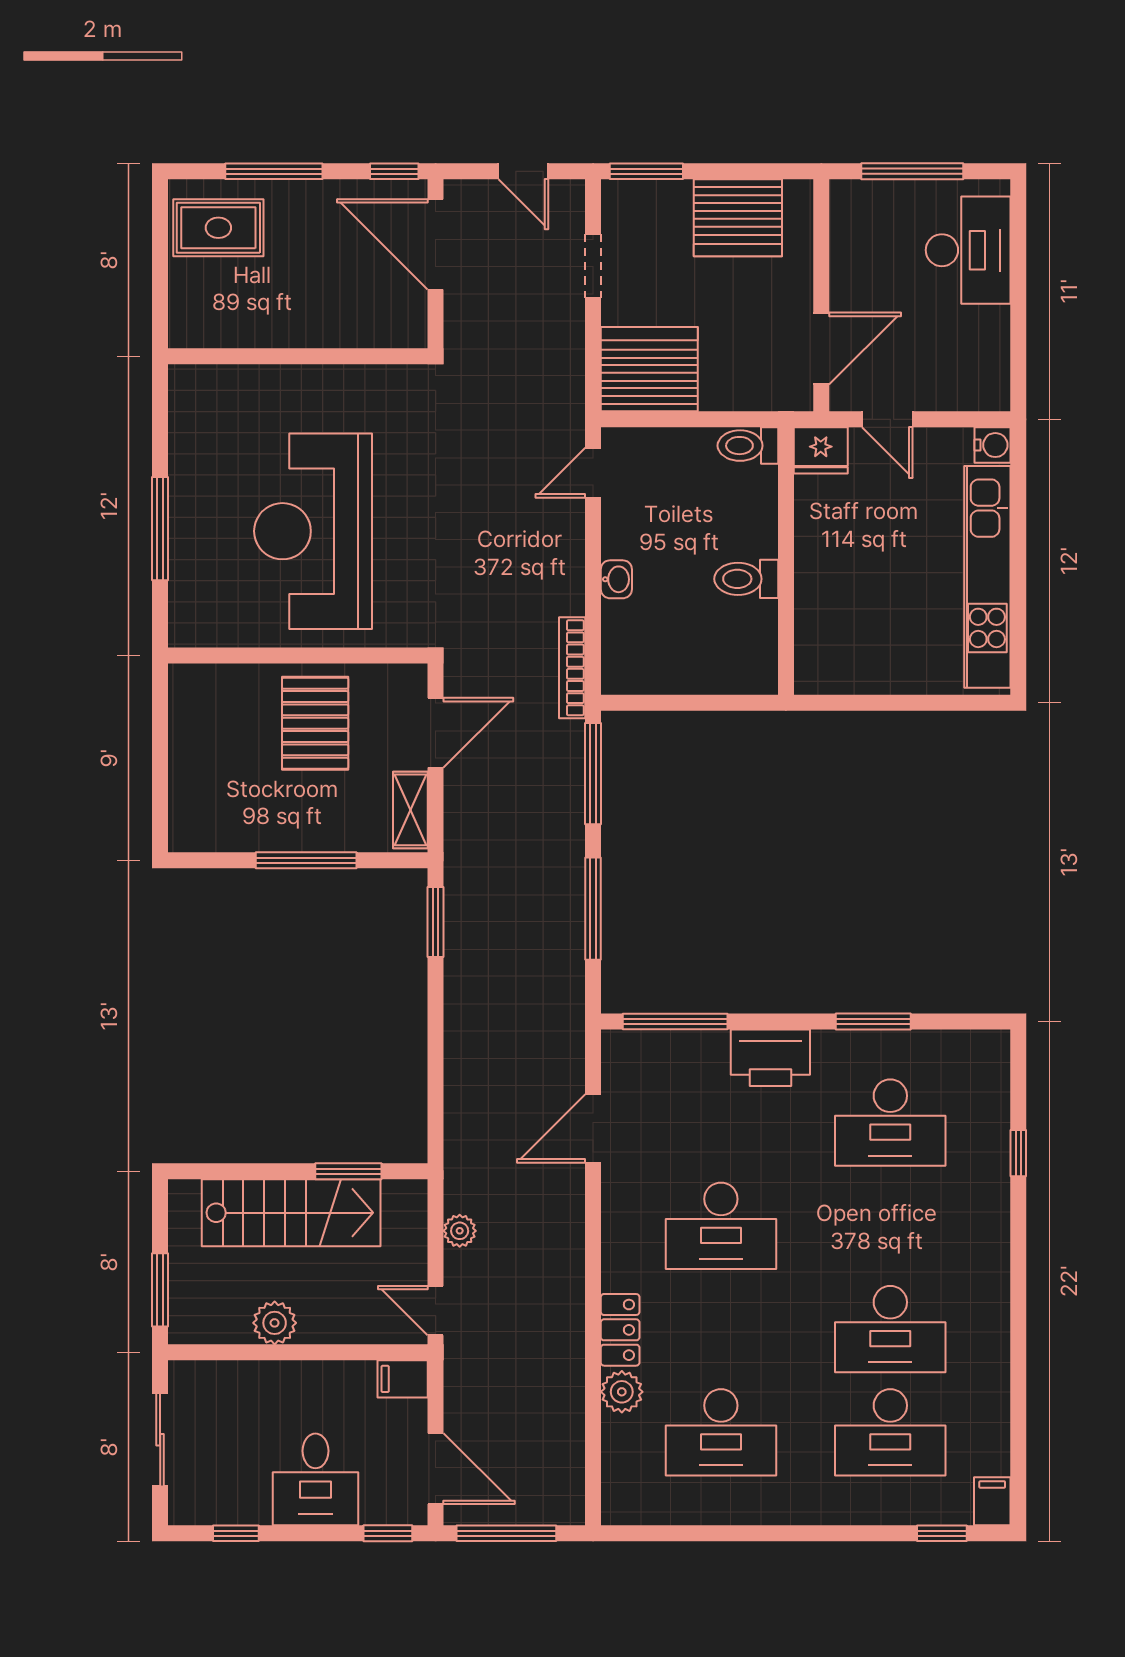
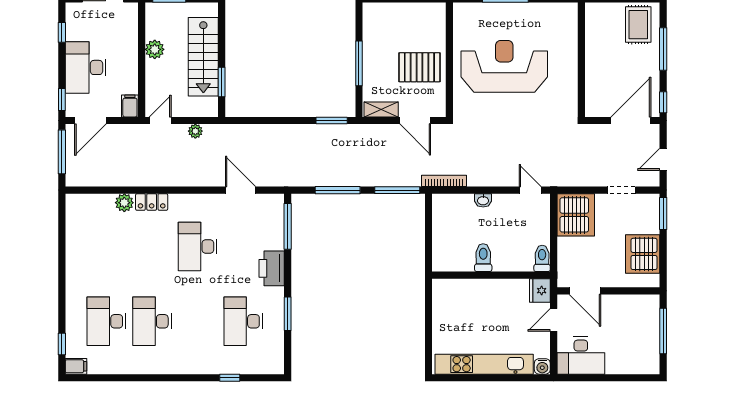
desk: (968, 250) -> (581, 356), moved
desk: (721, 1432) -> (106, 246), removed
desk: (315, 1479) -> (86, 67), width x1.37

